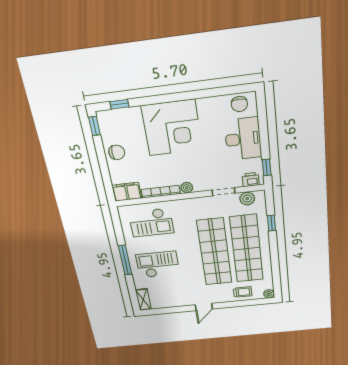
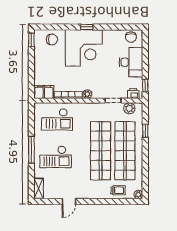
window: (119, 104) -> (87, 27), moved
chair: (117, 152) -> (52, 39), moved
checkout: (158, 265) -> (56, 157), turned 180
door: (204, 307) -> (69, 201), moved

